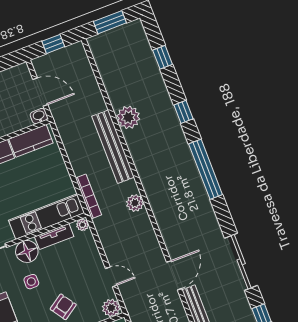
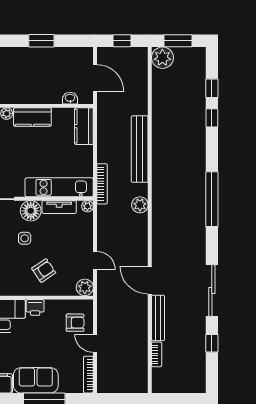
window: (184, 112) -> (212, 118), moved
washbasin: (39, 116) -> (70, 98), moved
plant: (128, 117) -> (162, 58), moved
kitchen counter: (31, 141) -> (84, 126), moved, turned 90
door: (174, 275) -> (150, 280), swing flipped

